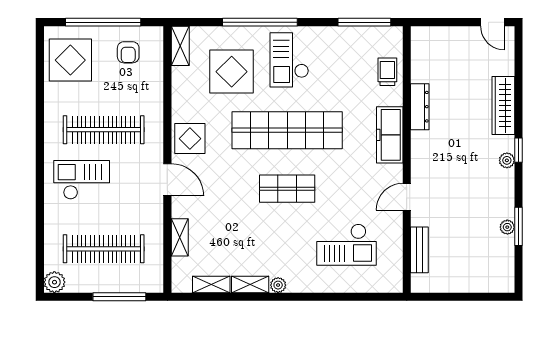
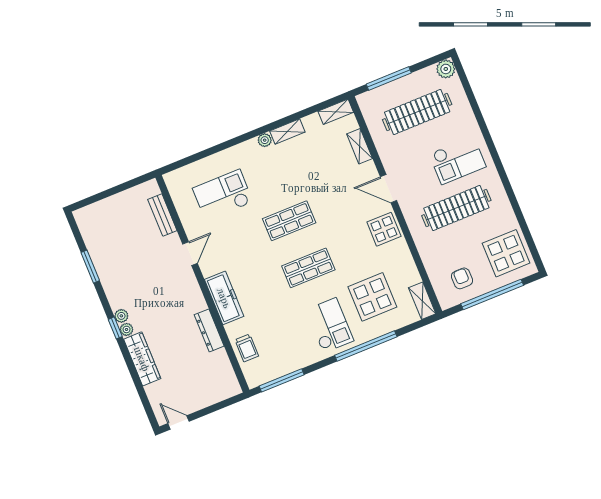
shop shelf: (287, 130) -> (308, 268), width x0.50, depth x0.74
plant: (507, 227) -> (127, 329), moved
shelving: (211, 284) -> (336, 112), moved

